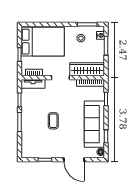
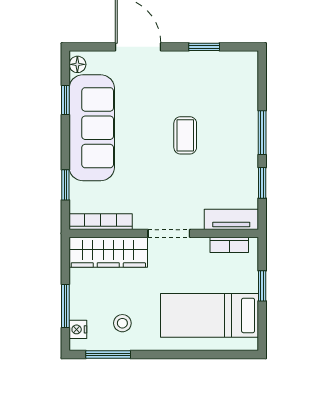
bed: (43, 42) -> (209, 315), width x0.67

